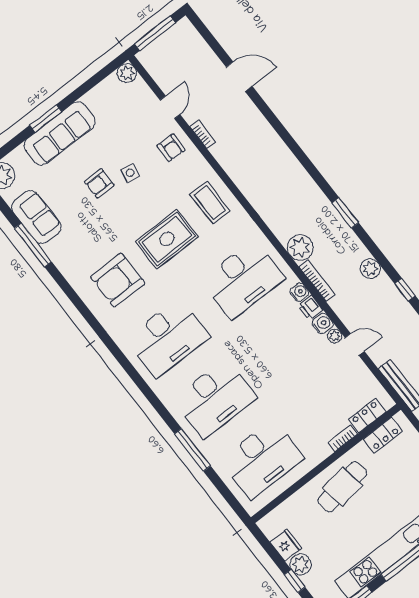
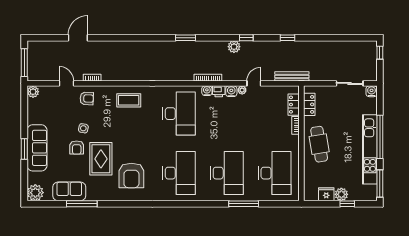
rug: (167, 239) -> (101, 159), moved
plant: (300, 248) -> (185, 73), removed
plant: (370, 269) -> (234, 47), moved

